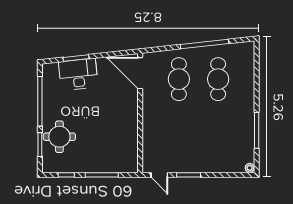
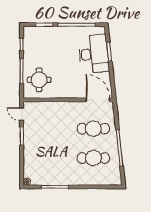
door: (140, 73) -> (98, 100), hinge flipped
desk: (78, 74) -> (94, 54), width x1.36, depth x1.30
round table: (59, 137) -> (39, 80), moved
door: (159, 175) -> (22, 114), hinge flipped

